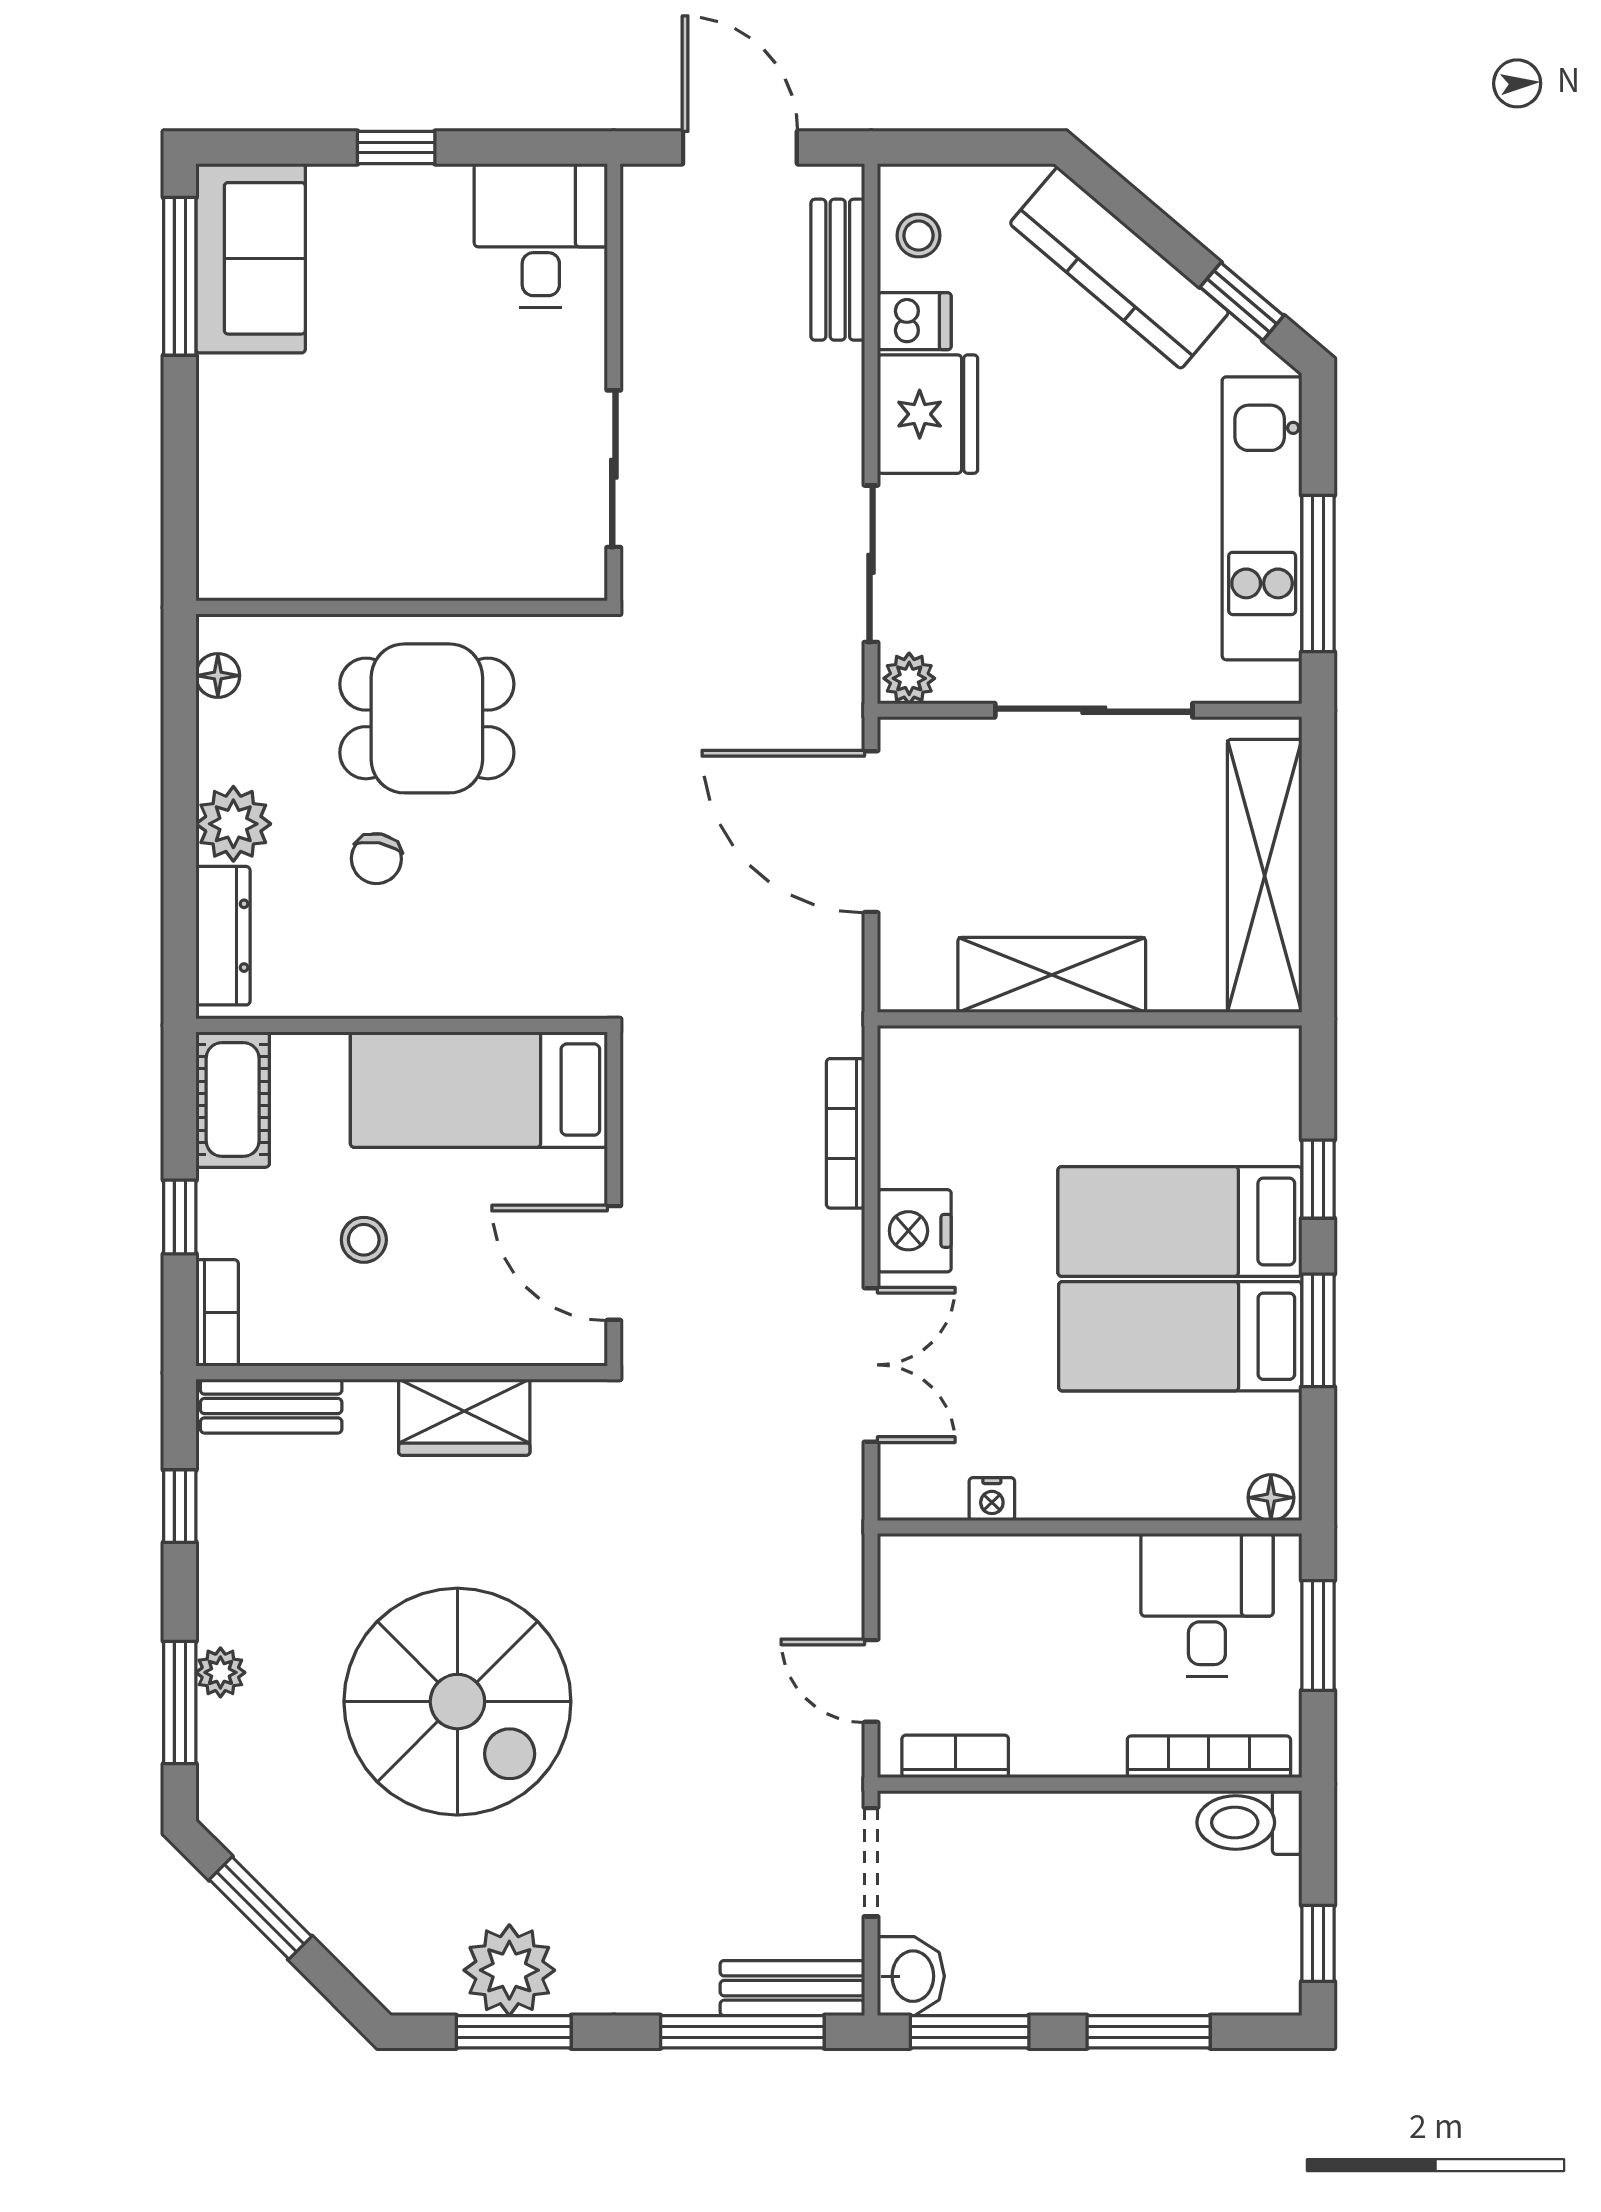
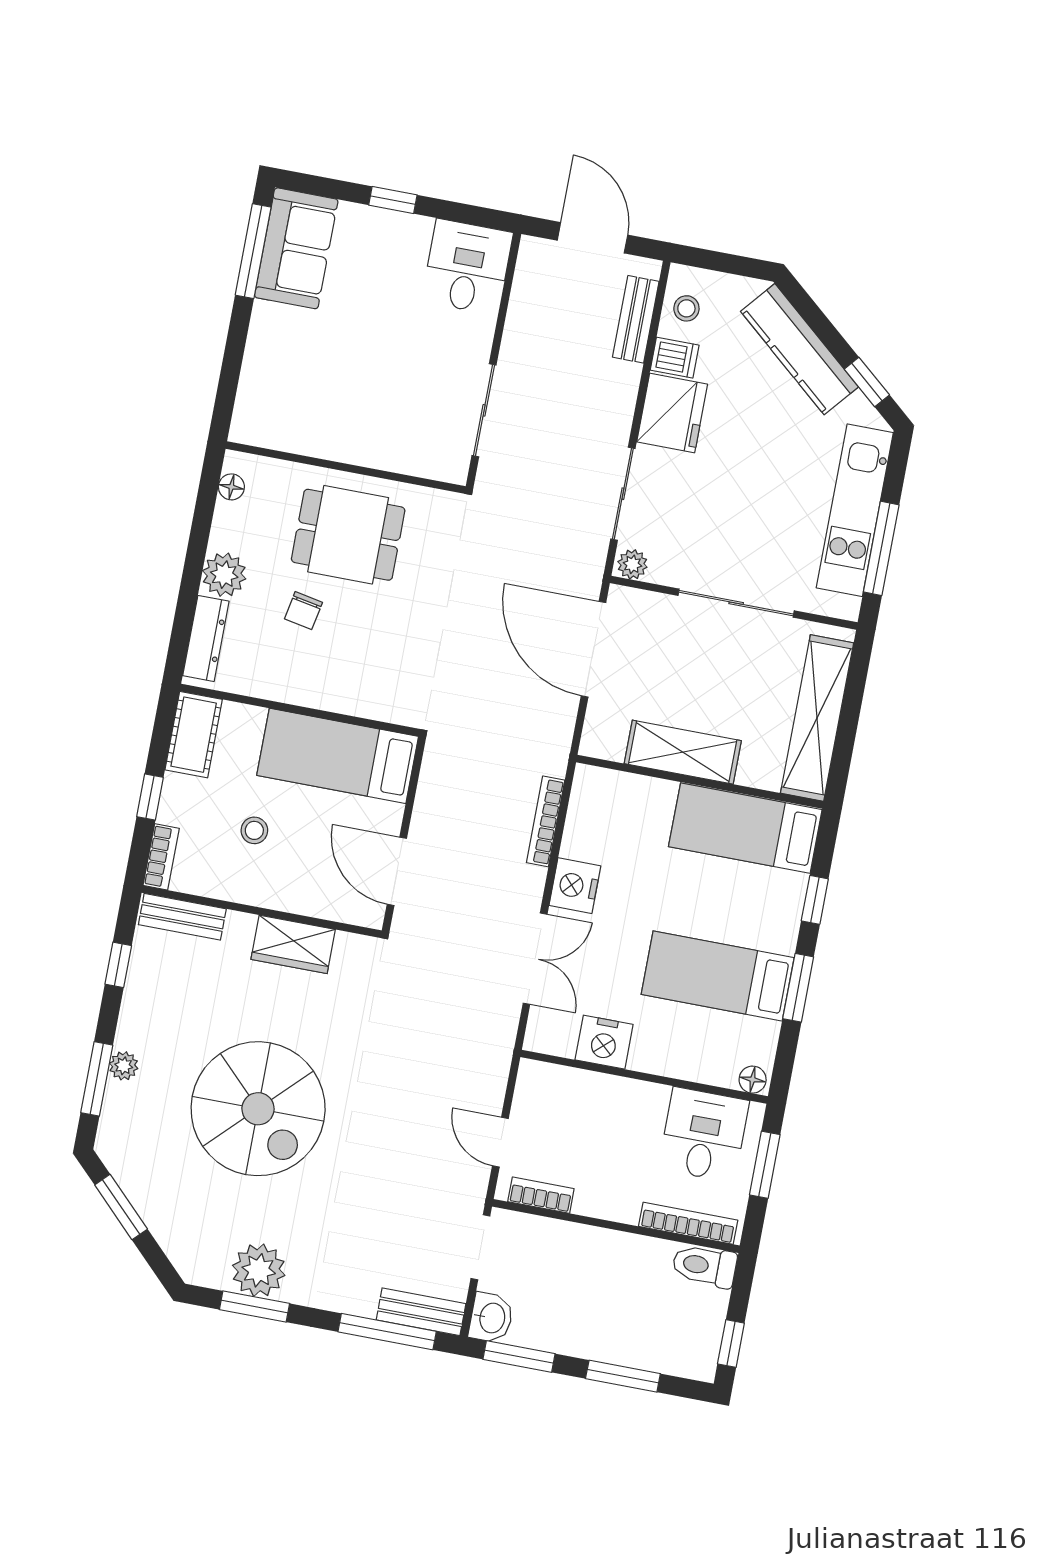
bed: (1180, 1221) -> (745, 828), moved
nightstand: (992, 1499) -> (604, 1042), width x1.89, depth x1.79

